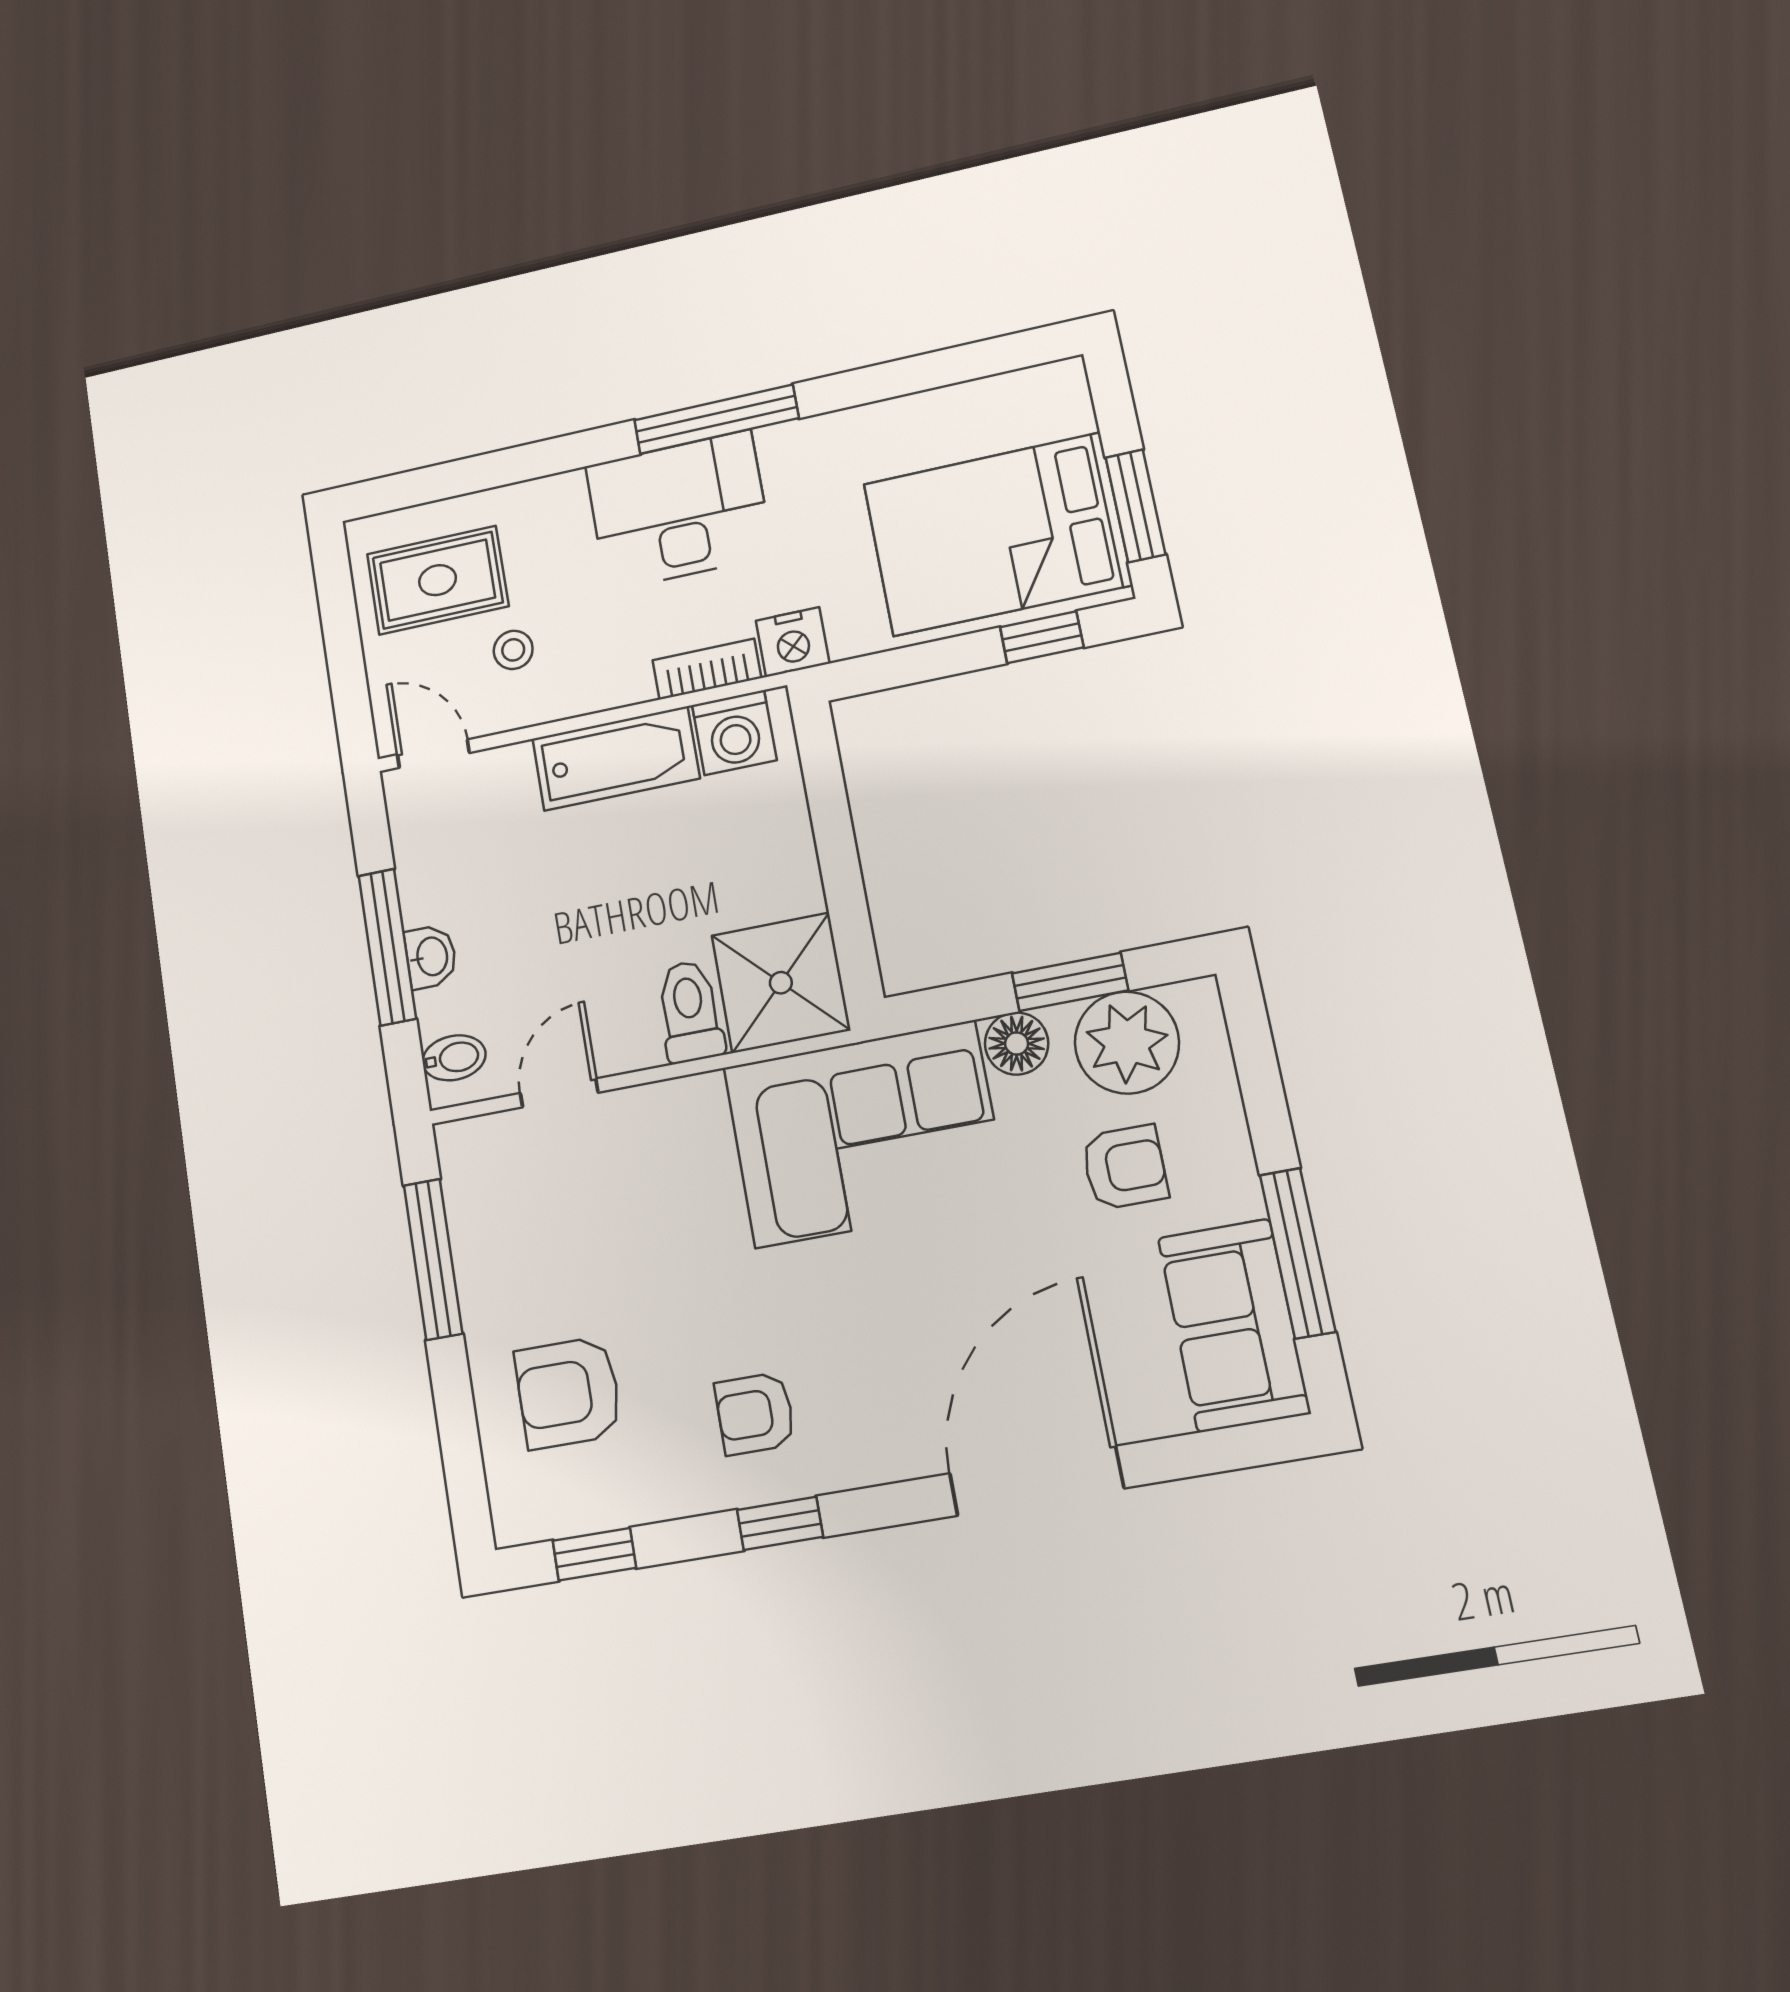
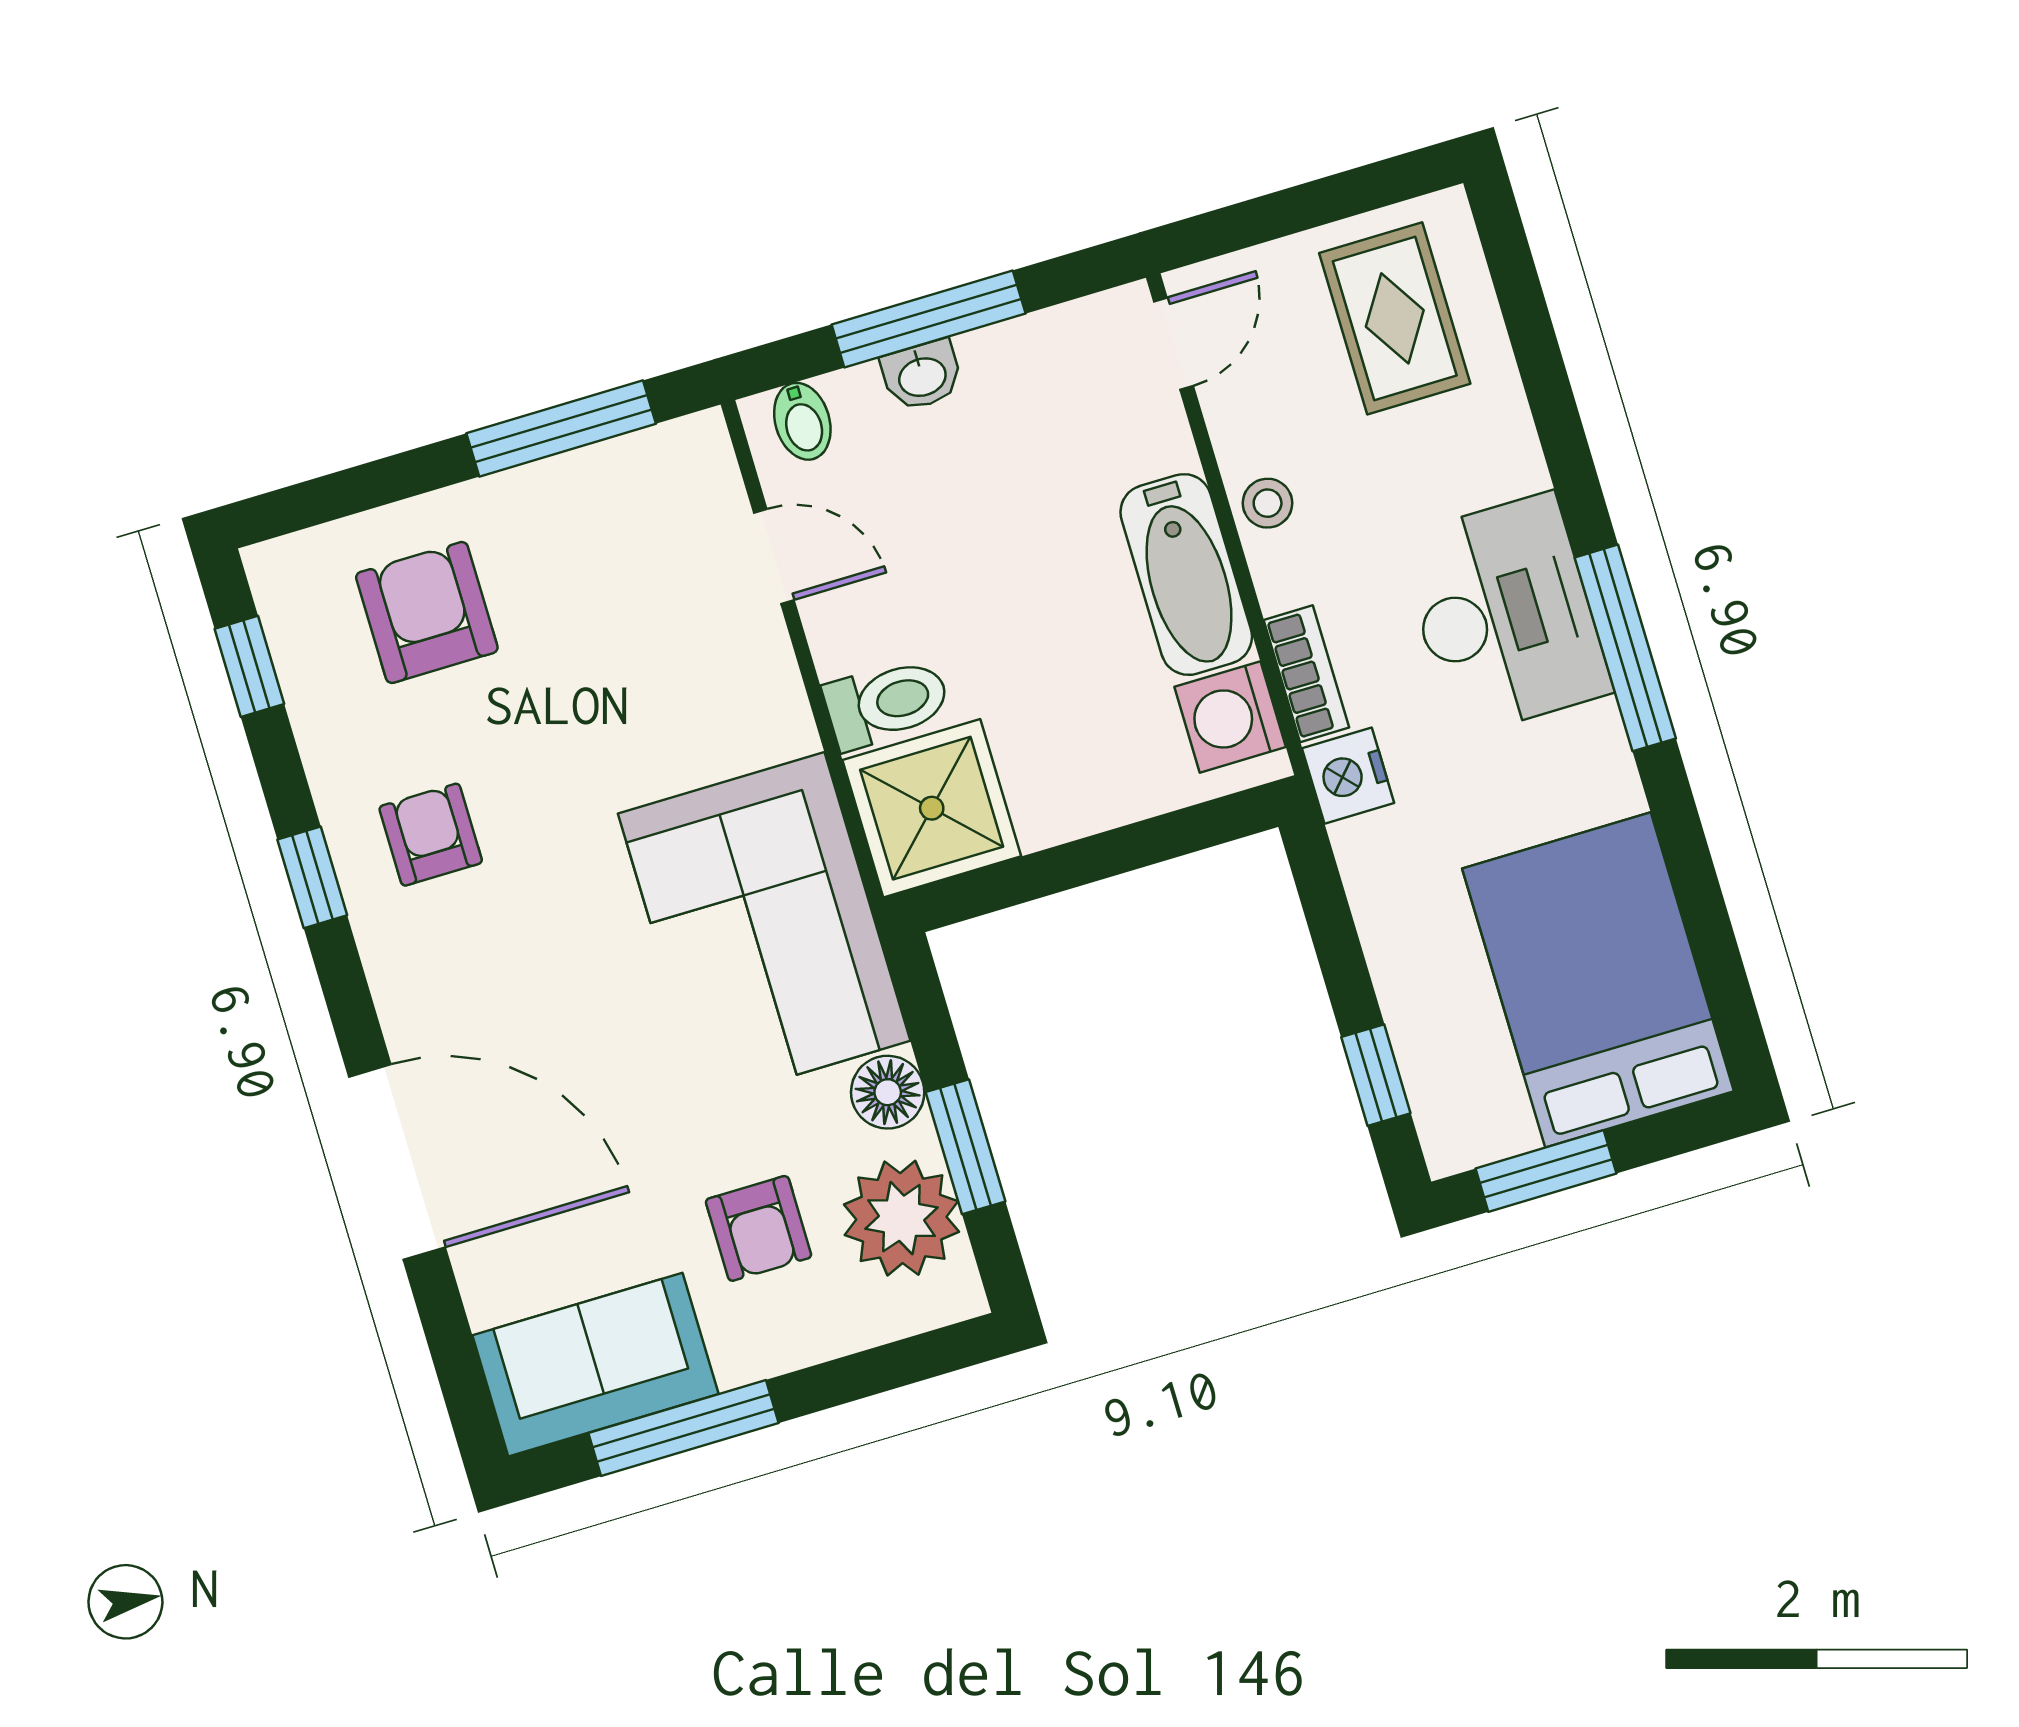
bed: (997, 534) -> (1598, 980), moved
stool: (513, 650) -> (1268, 503), moved

